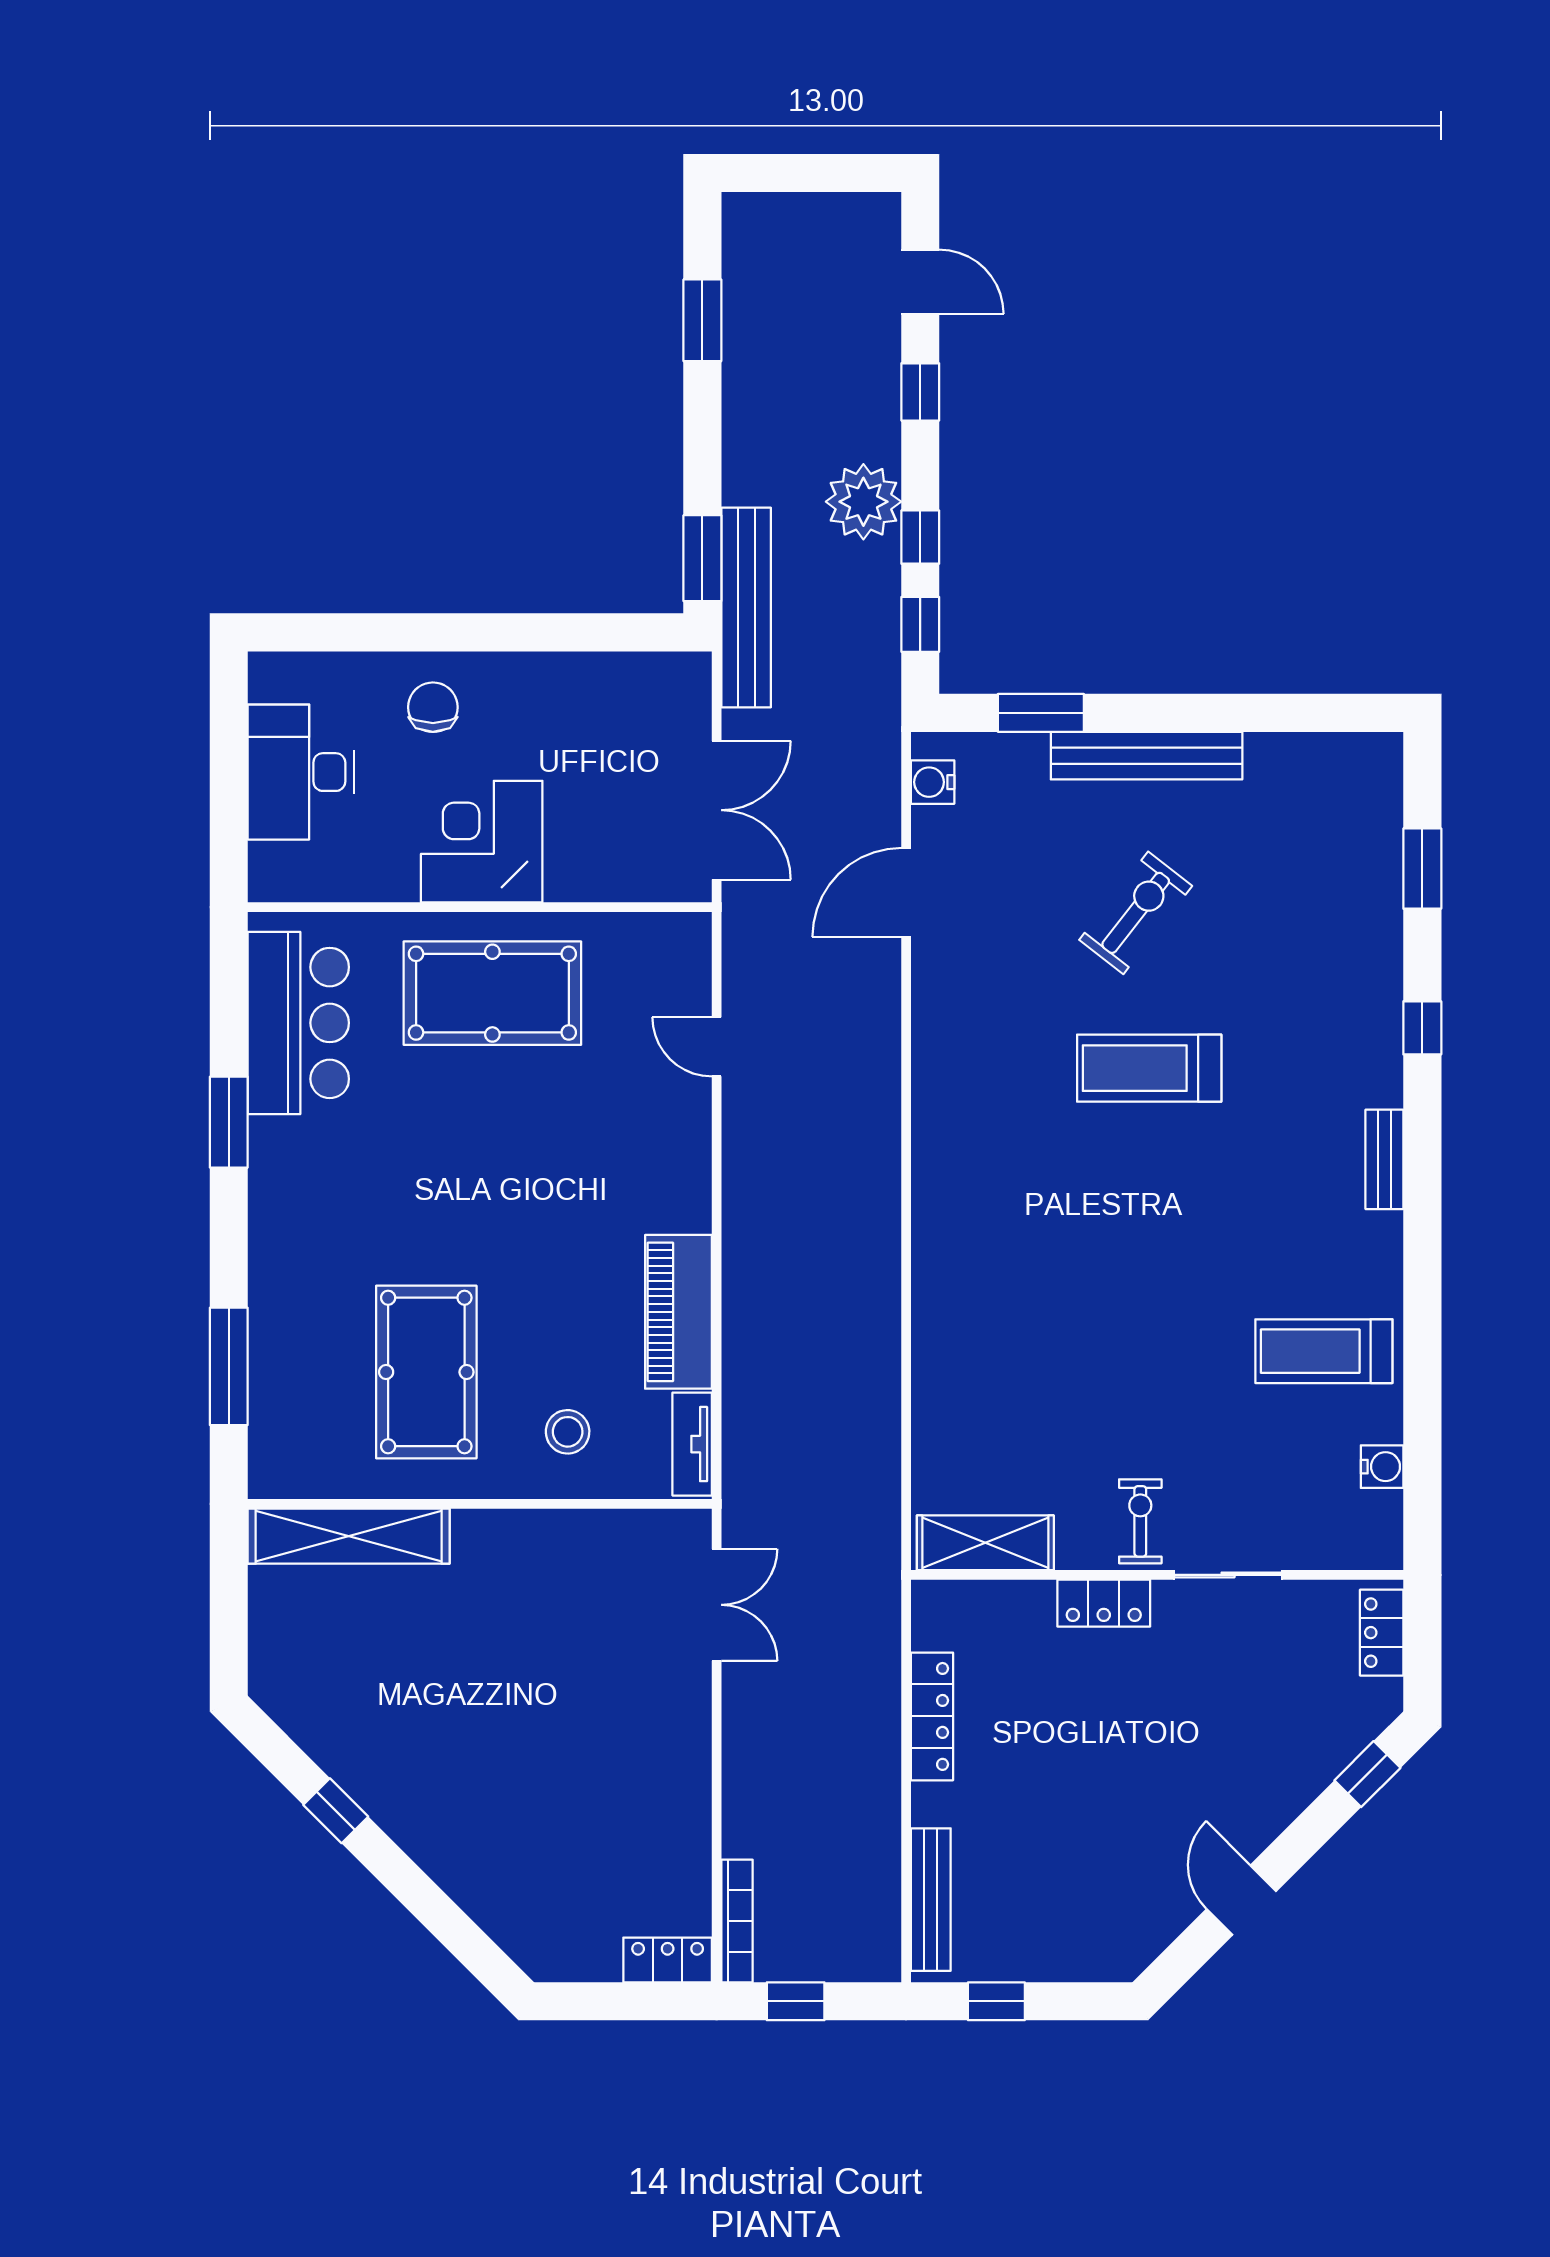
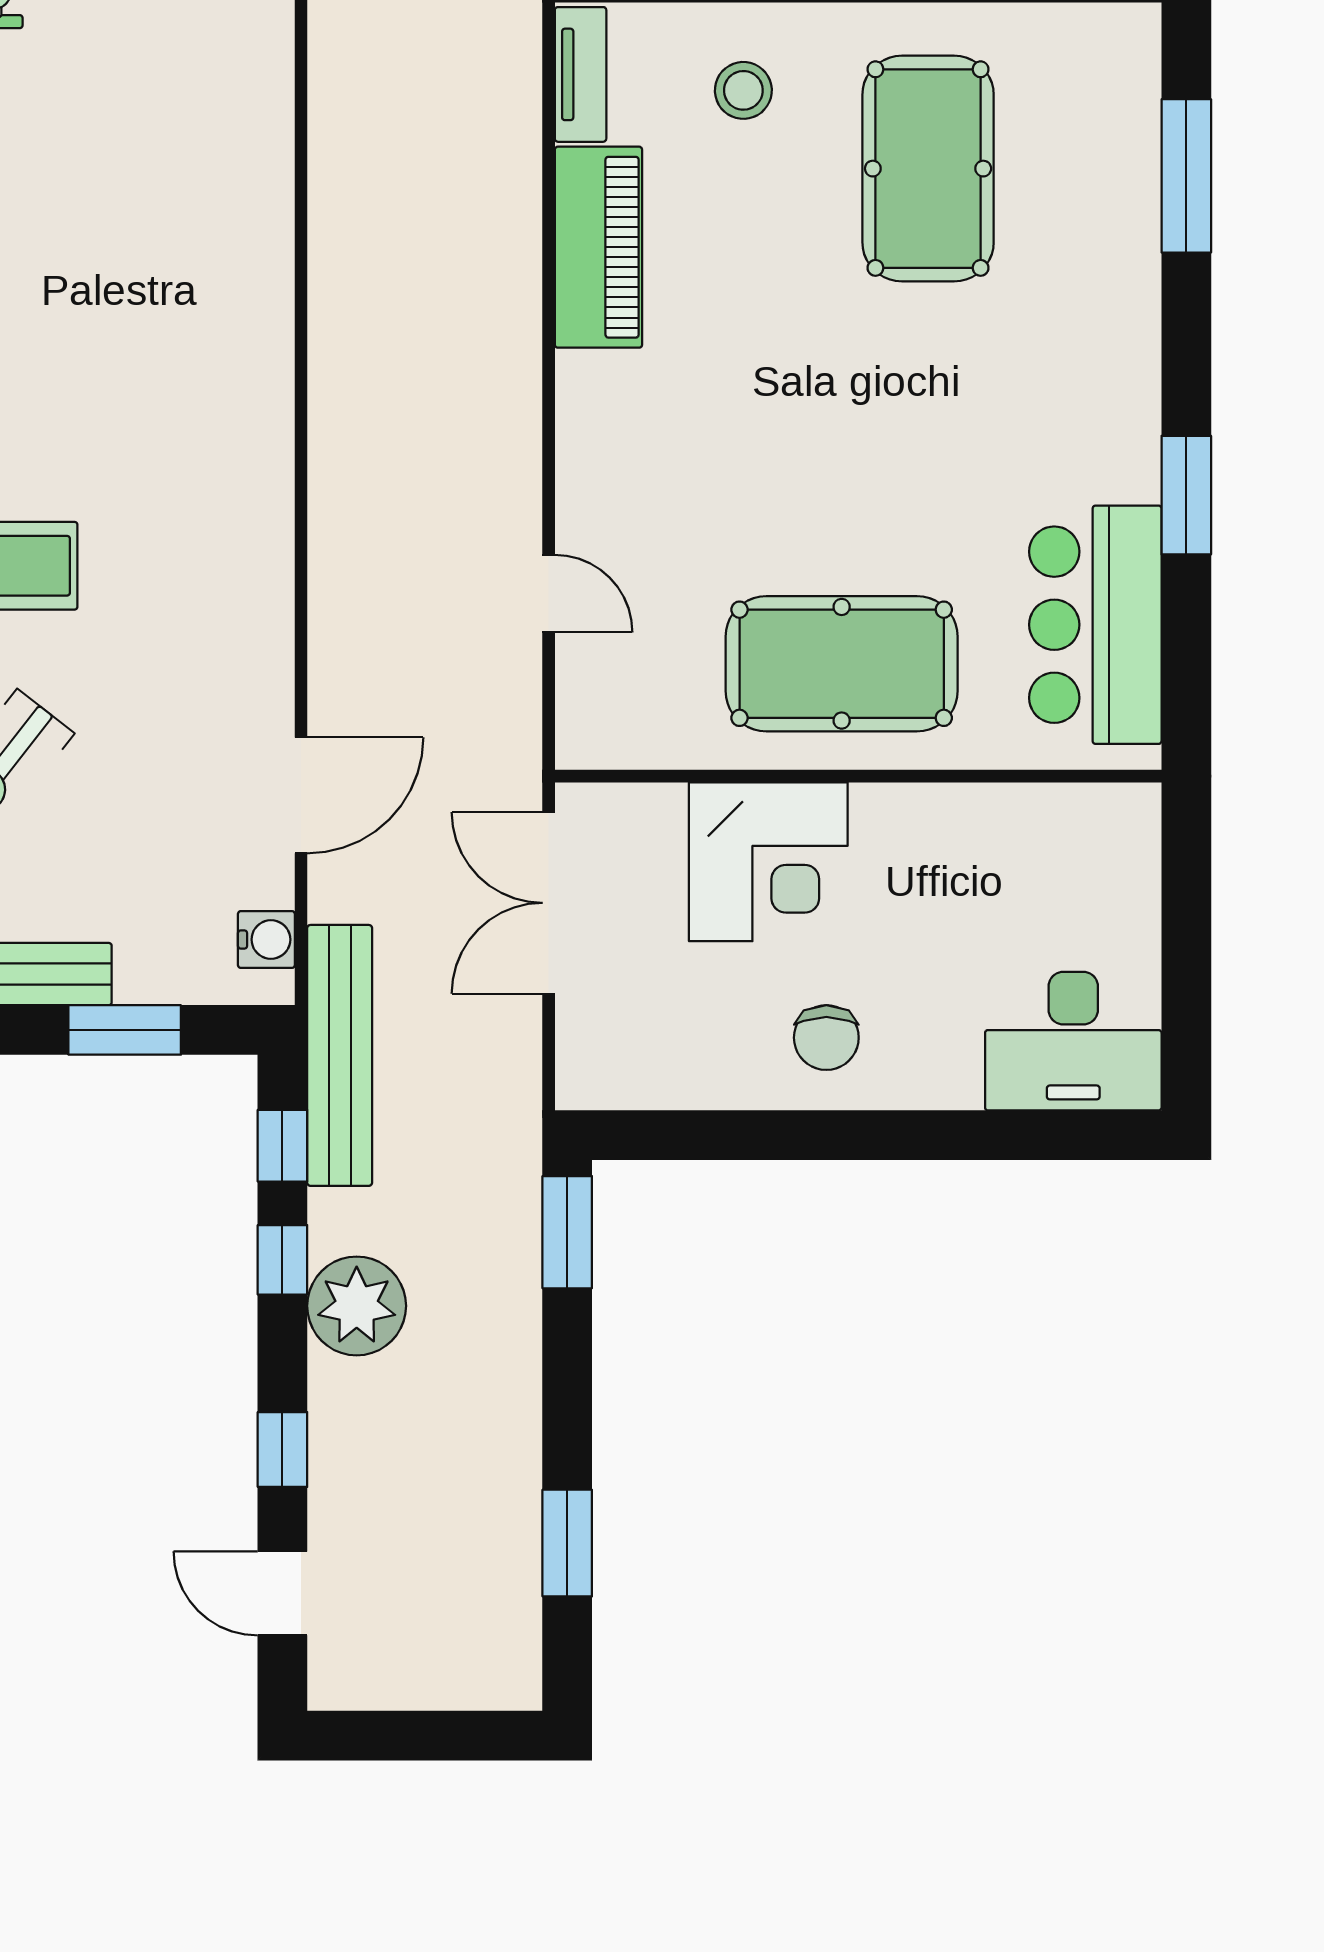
bench: (746, 607) -> (340, 1055), moved
chair: (433, 707) -> (826, 1038), moved
desk: (301, 772) -> (1073, 1041), moved, turned 90
corner desk: (482, 842) -> (768, 862), moved

